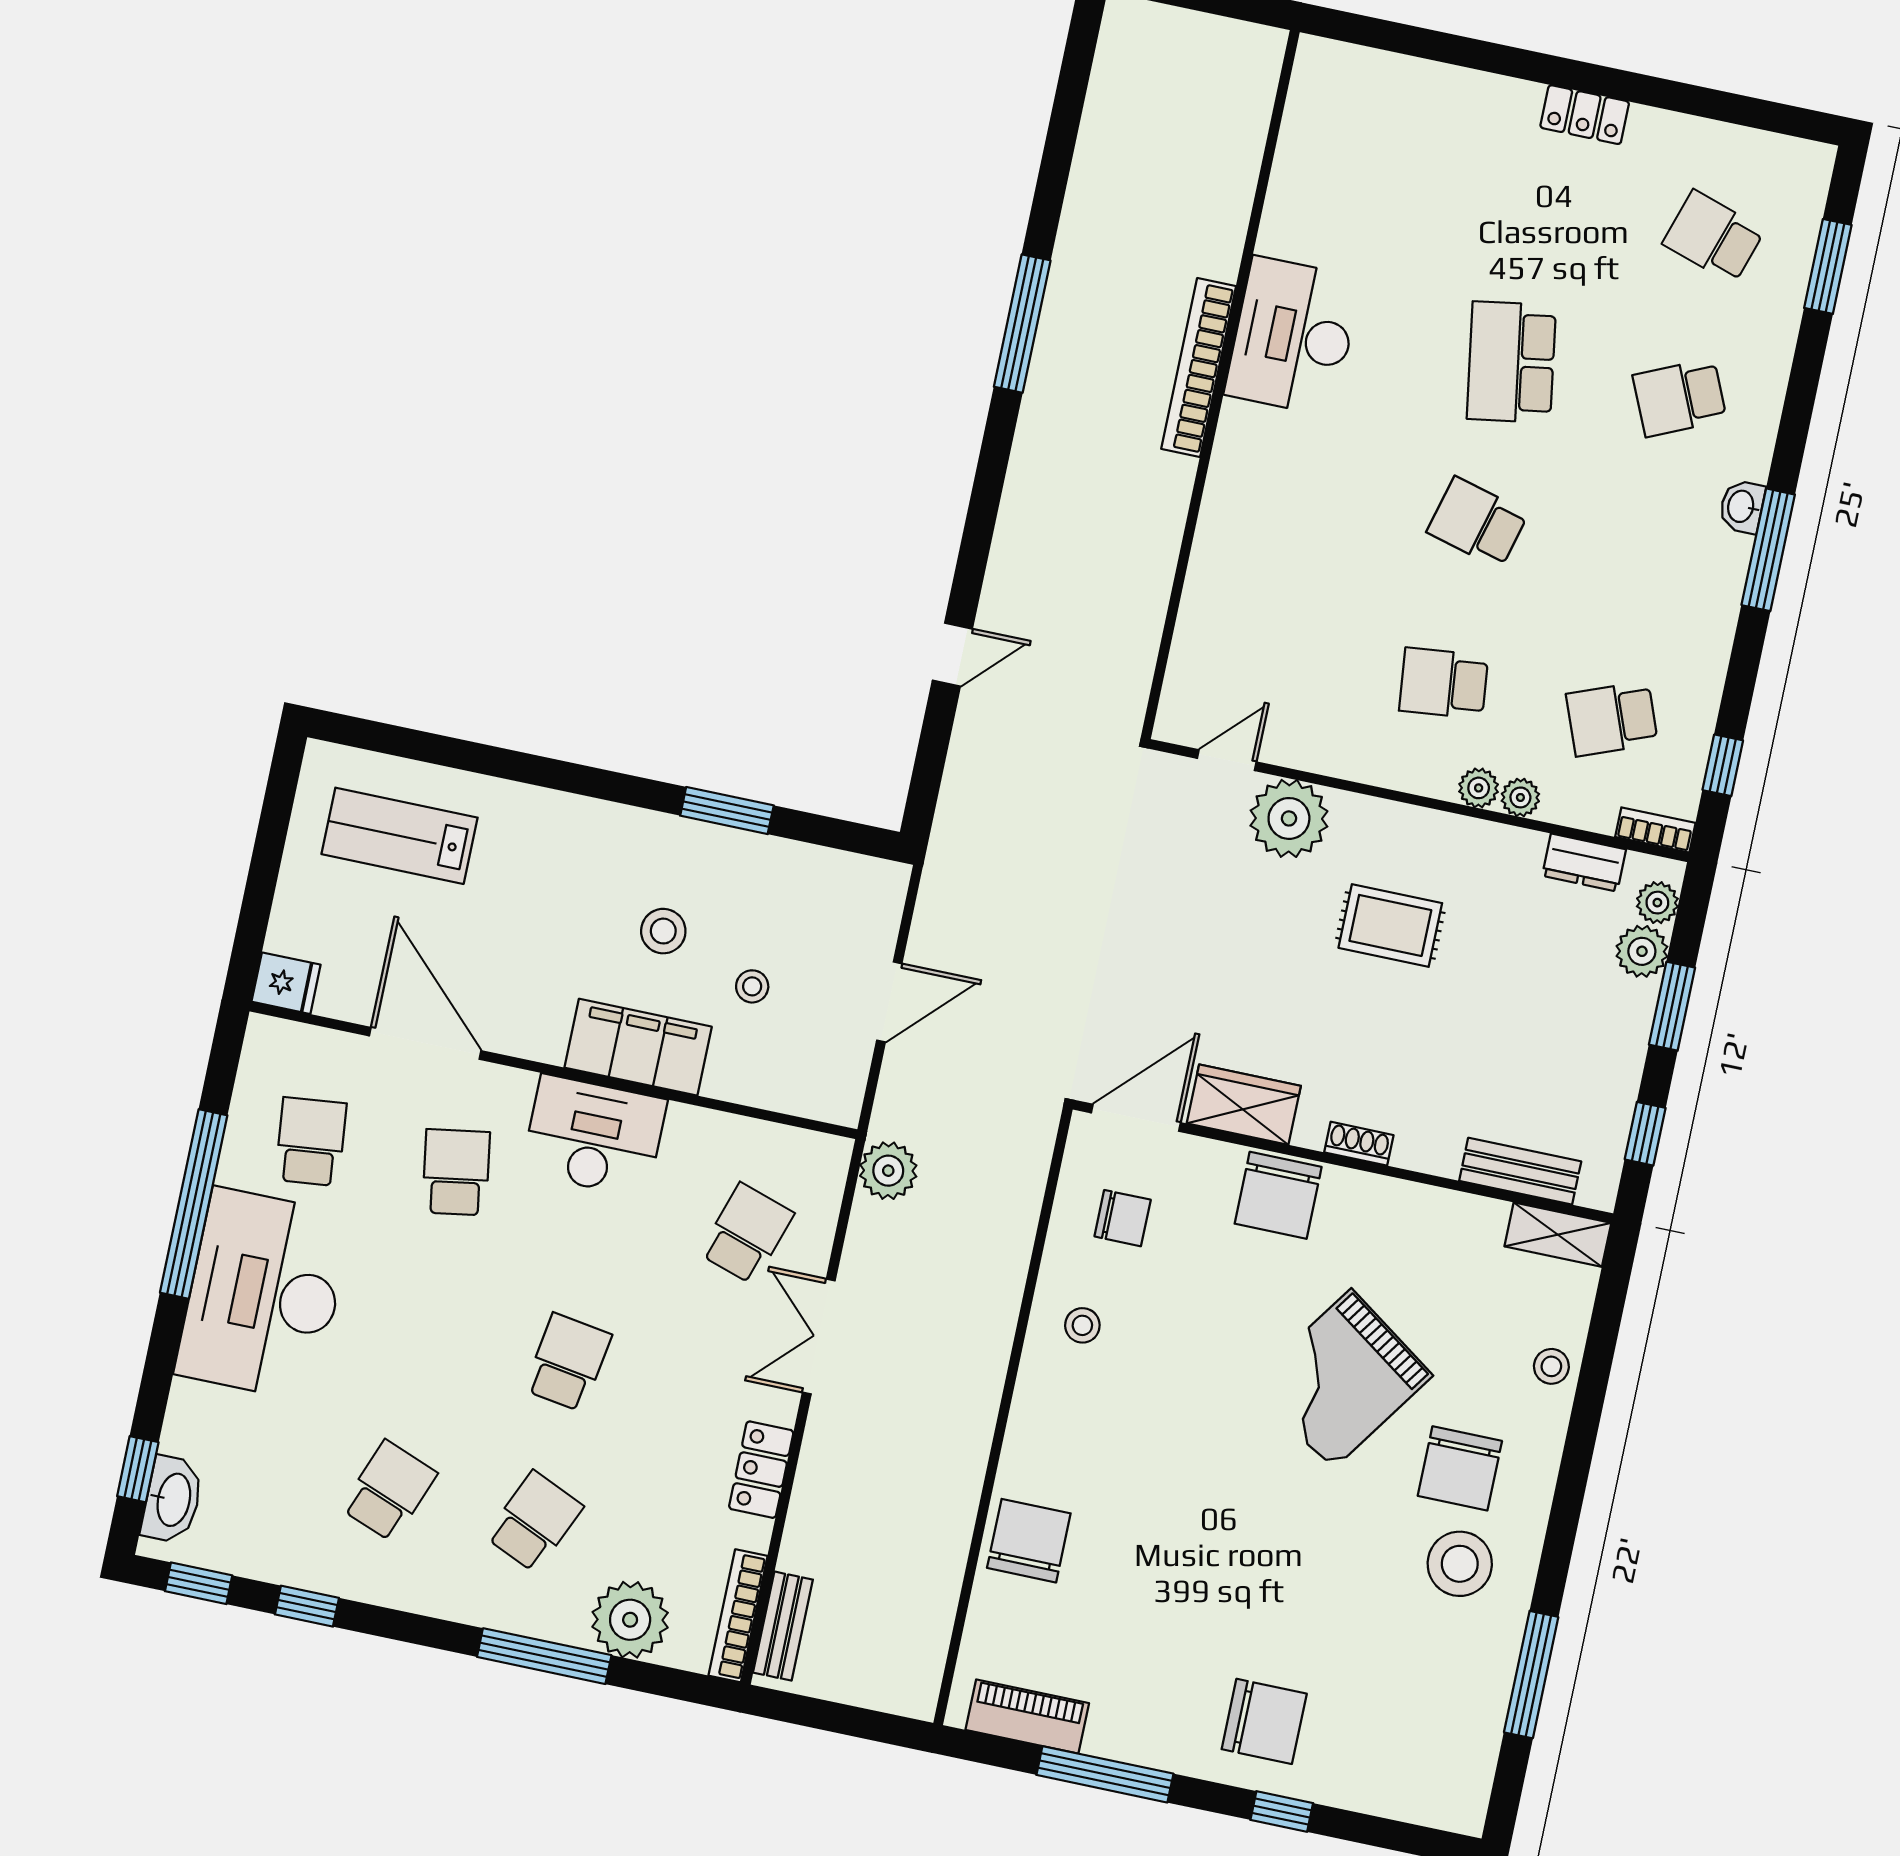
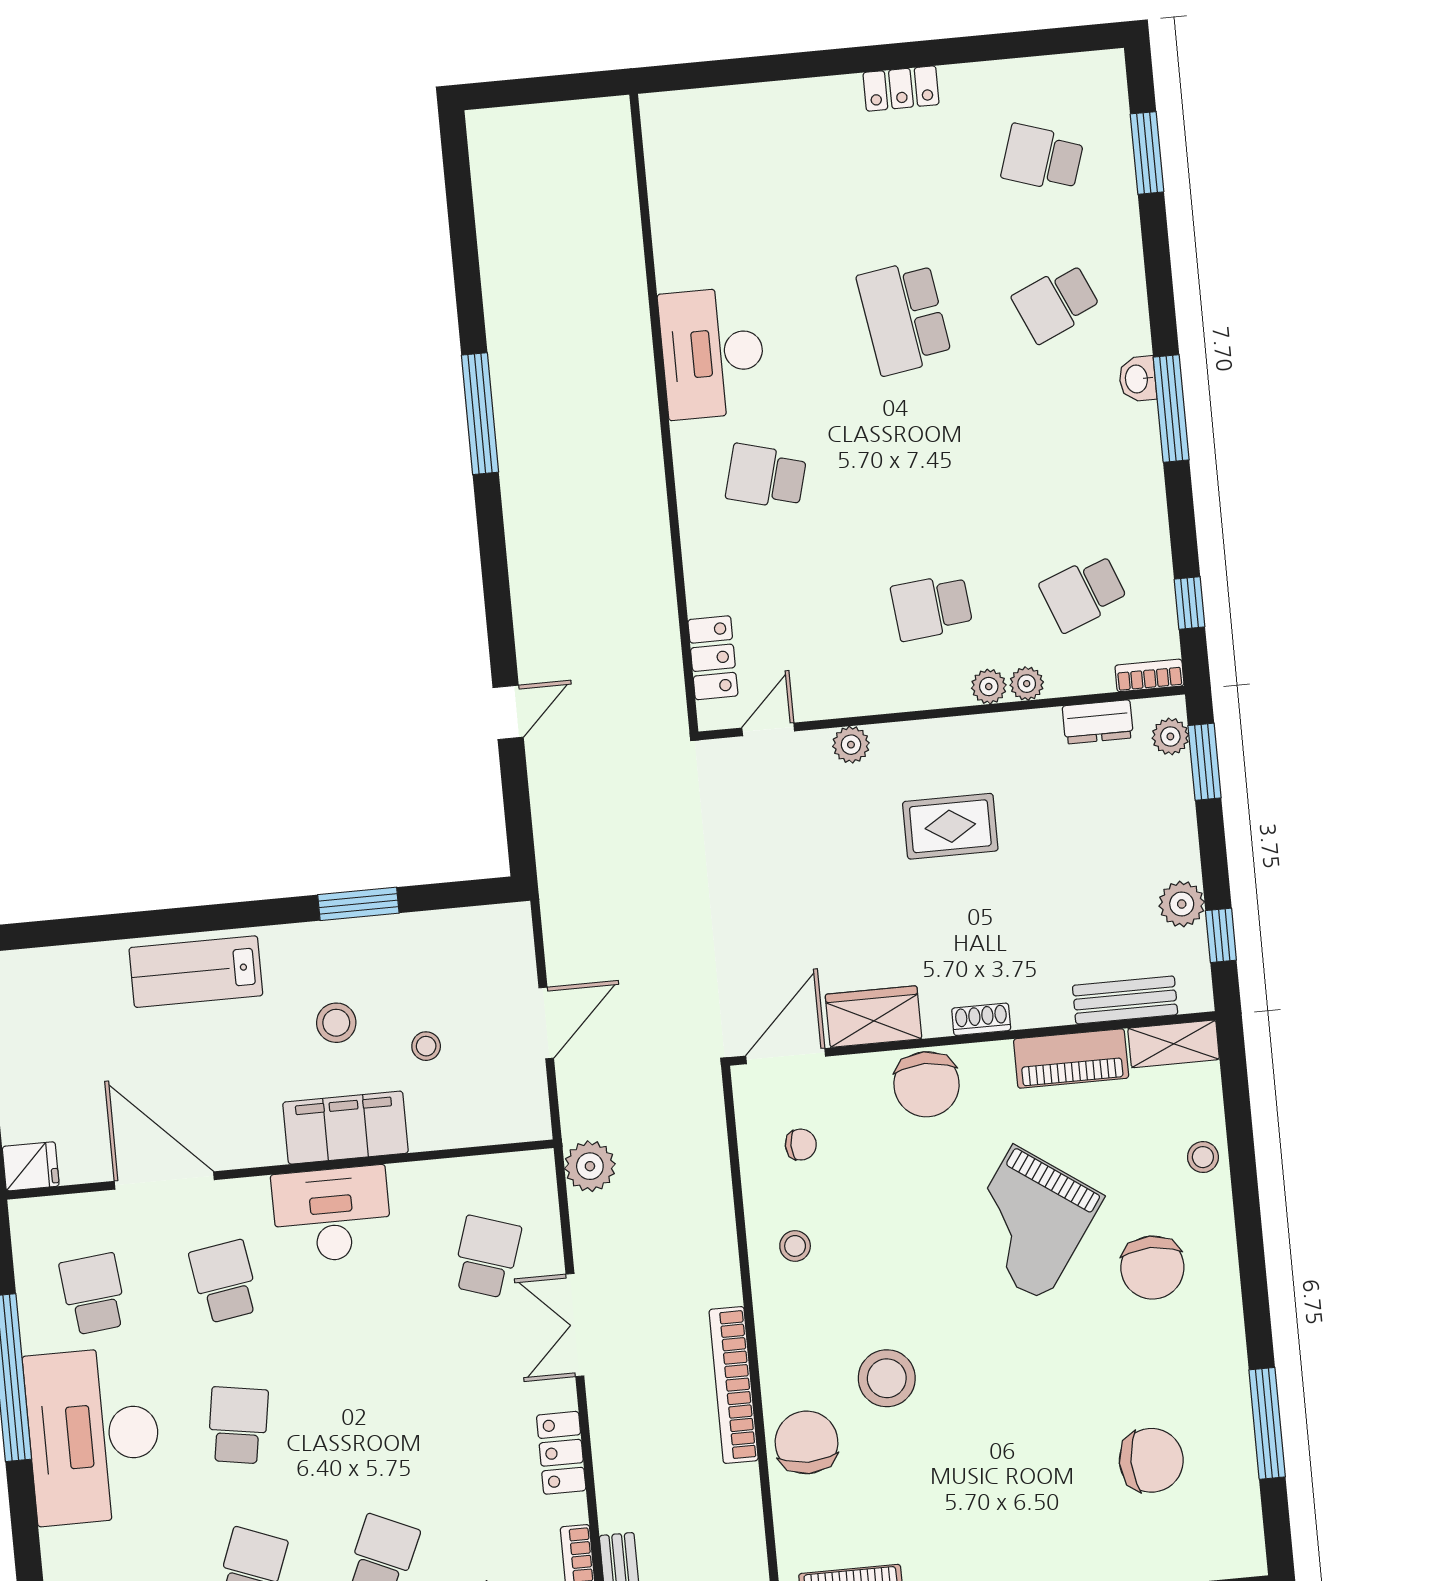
bookcase: (1199, 368) -> (734, 1385), moved
school desk: (1478, 523) -> (766, 477), moved
locker: (1191, 664) -> (713, 658), added
plant: (1289, 818) -> (851, 745), width x0.53, depth x0.53
lab bench: (399, 836) -> (196, 972), moved
plant: (1642, 951) -> (1182, 904), moved
window: (1672, 1006) -> (1205, 762), moved
piano: (1442, 1216) -> (1071, 1059), added
chair: (1123, 1218) -> (801, 1145), width x0.73, depth x0.73
school desk: (568, 1362) -> (238, 1425), moved
stool: (1460, 1564) -> (887, 1378), moved
chair: (1264, 1721) -> (1151, 1460), moved

